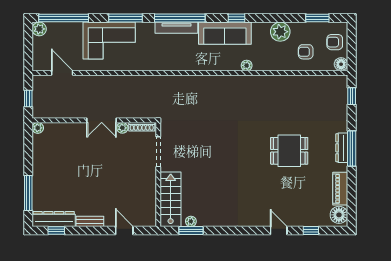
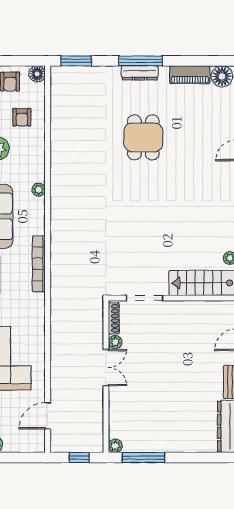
bookcase: (186, 66) -> (39, 264), added
window: (352, 96) -> (76, 61), width x1.50
window: (28, 193) -> (143, 457), moved

